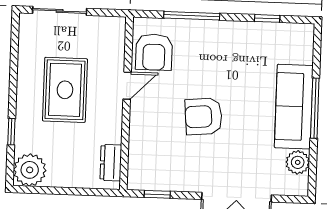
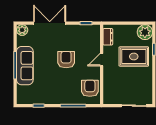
door: (127, 86) -> (102, 60), moved
rug: (65, 90) -> (134, 56), moved, turned 90
armchair: (204, 116) -> (66, 60), turned -85
plant: (298, 162) -> (22, 30), moved

